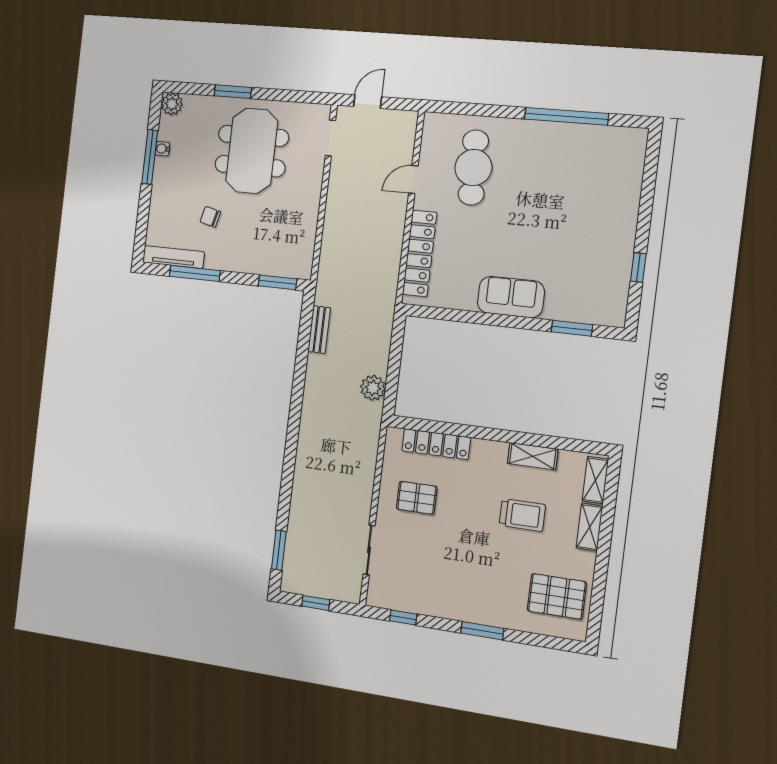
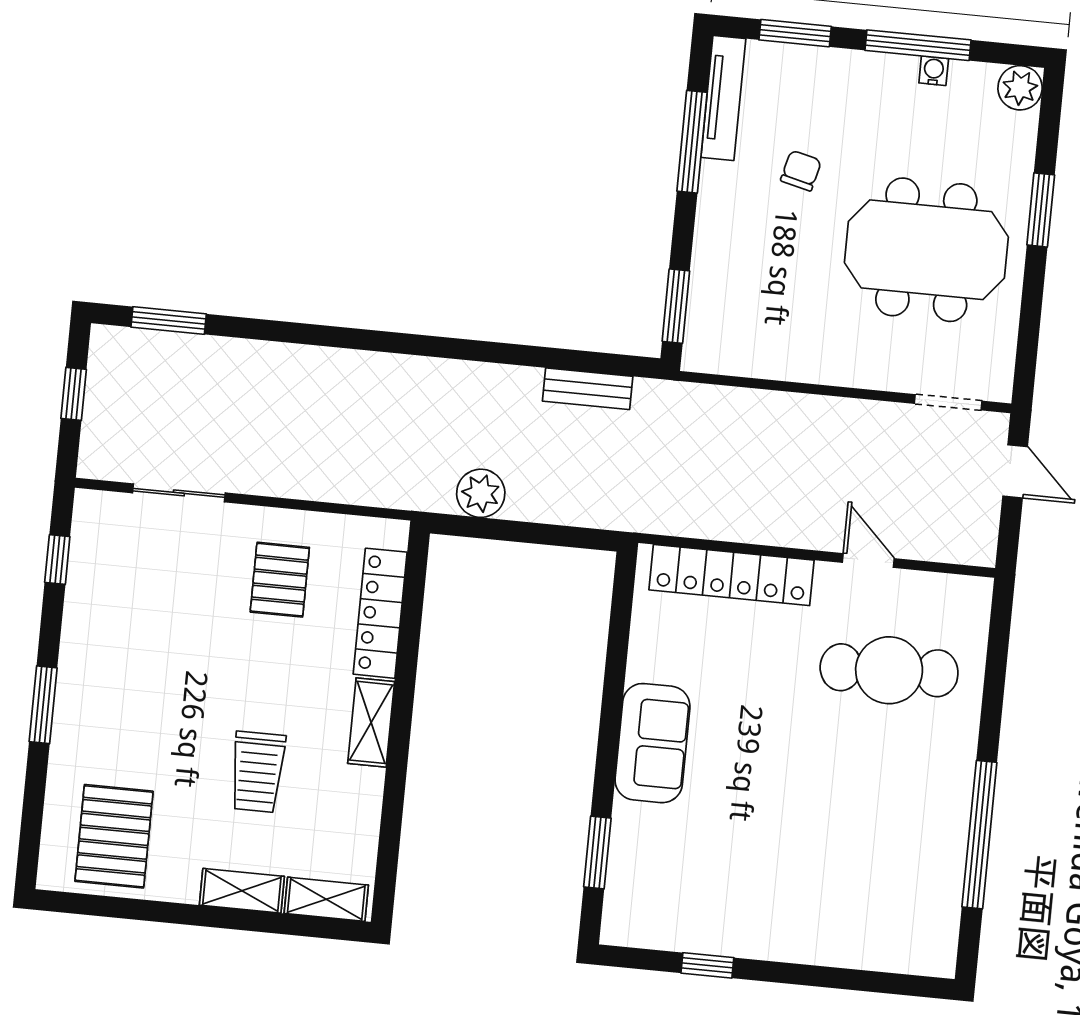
window: (142, 220) -> (795, 33), added
shelving: (533, 456) -> (371, 722), moved

